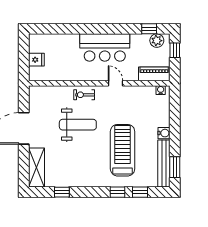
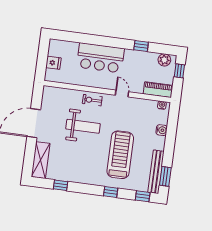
window: (149, 29) -> (141, 46), moved
bar counter: (105, 48) -> (100, 58), moved
water cooler: (164, 133) -> (162, 130), moved
window: (140, 192) -> (143, 196), moved

